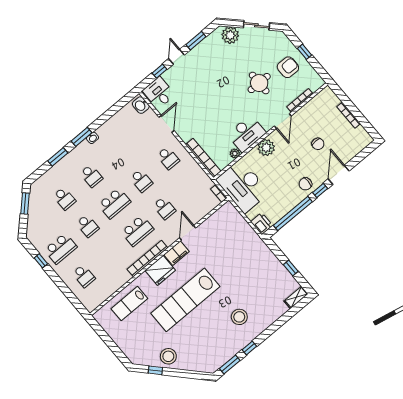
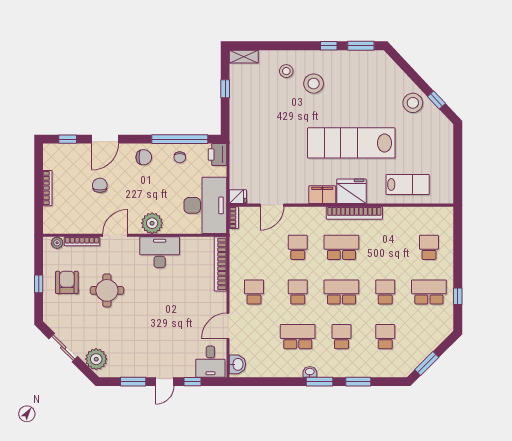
armchair: (288, 67) -> (67, 282), turned 90
school desk: (118, 153) -> (298, 337), added
plant: (235, 153) -> (57, 243), moved
window: (320, 191) -> (68, 139), moved
chair: (283, 202) -> (180, 157), added
fridge: (227, 208) -> (238, 197), added
door: (188, 233) -> (272, 205), moved
lab bench: (185, 300) -> (351, 143), turned 180
stool: (262, 310) -> (286, 71), added

